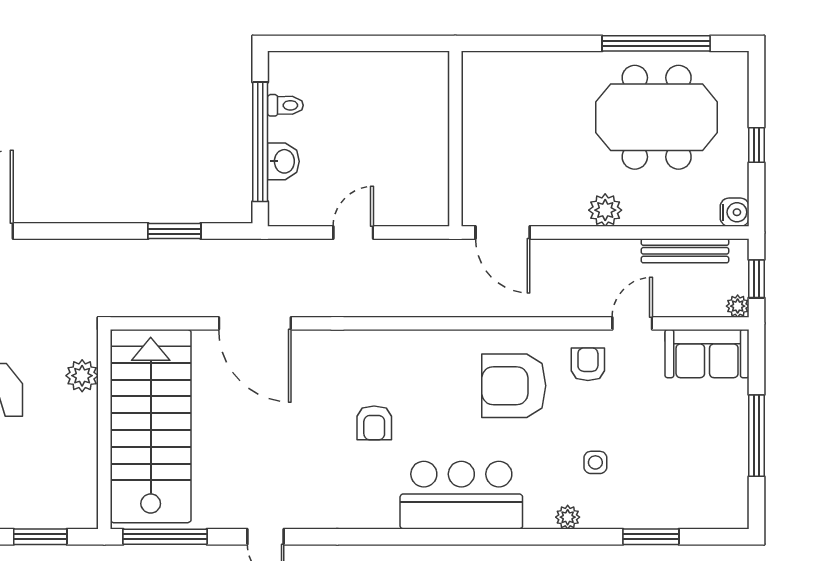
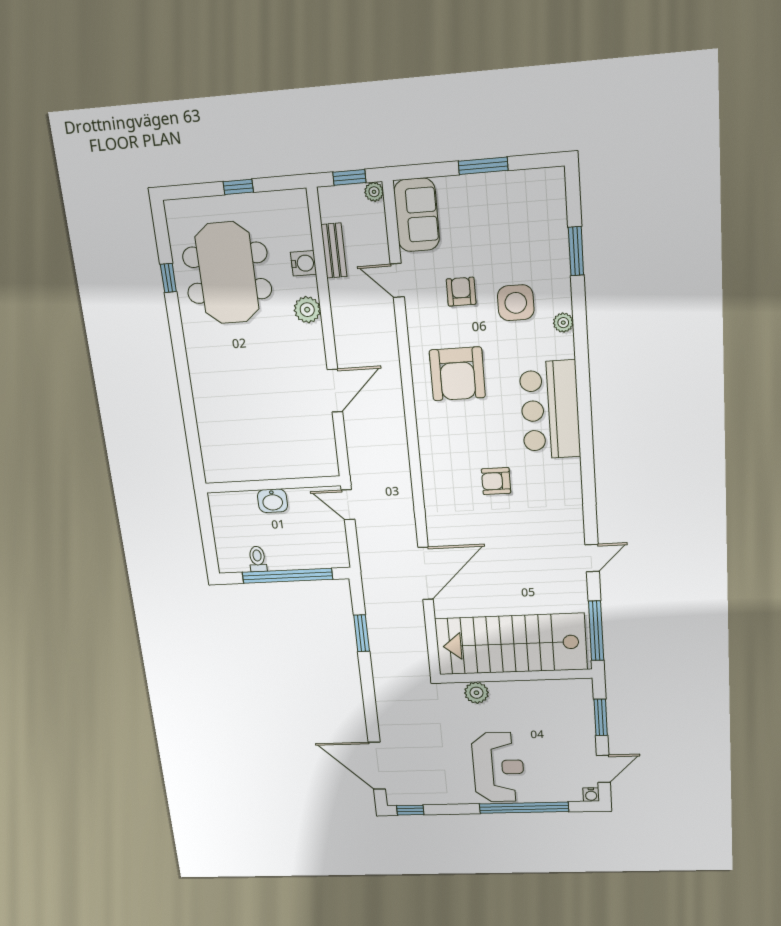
window: (656, 43) -> (168, 278), width x0.32
wall: (455, 139) -> (273, 484), moved
washbasin: (283, 161) -> (272, 501), moved, turned 180
water cooler: (735, 212) -> (303, 263), moved, turned 90
bench: (685, 251) -> (334, 251), width x0.73
armchair: (588, 364) -> (461, 292), moved, turned 90
armchair: (374, 423) -> (496, 481), turned 180
window: (756, 436) -> (483, 166), width x0.69
side table: (595, 462) -> (516, 303), width x1.87, depth x1.87

